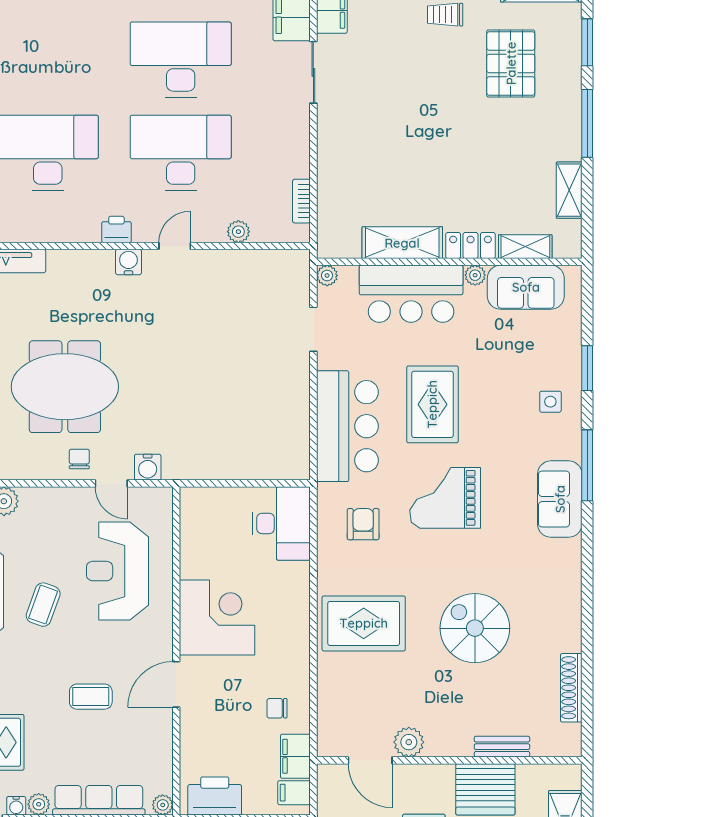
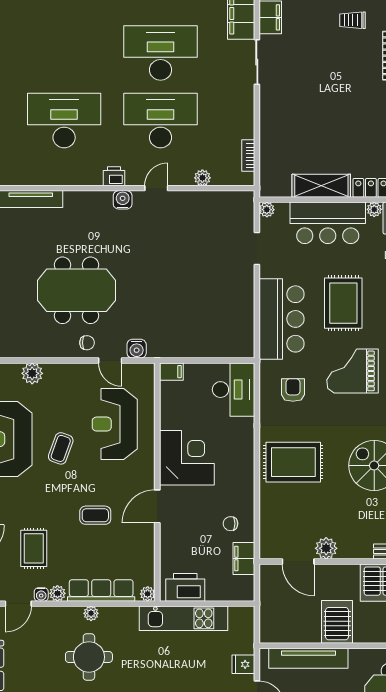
chair: (79, 459) -> (87, 343), turned 90
filing cabinet: (294, 793) -> (171, 372), moved, turned 180

